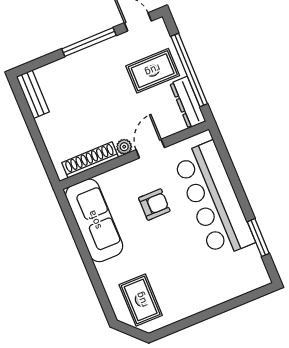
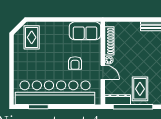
bar counter: (214, 200) -> (55, 93), width x1.36
sofa: (94, 220) -> (85, 31), width x0.73
rug: (141, 300) -> (32, 37), turned 90

